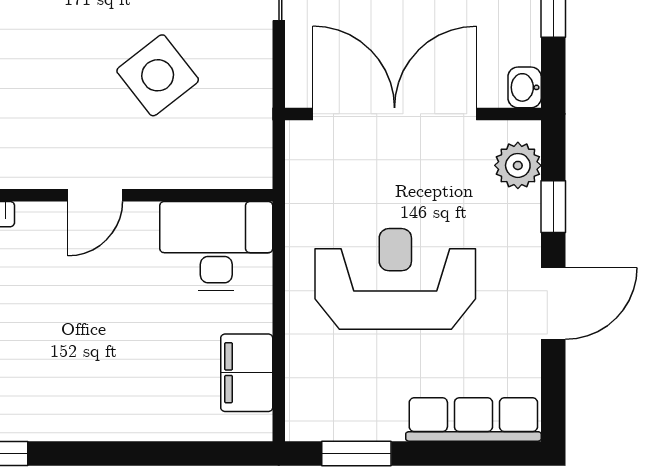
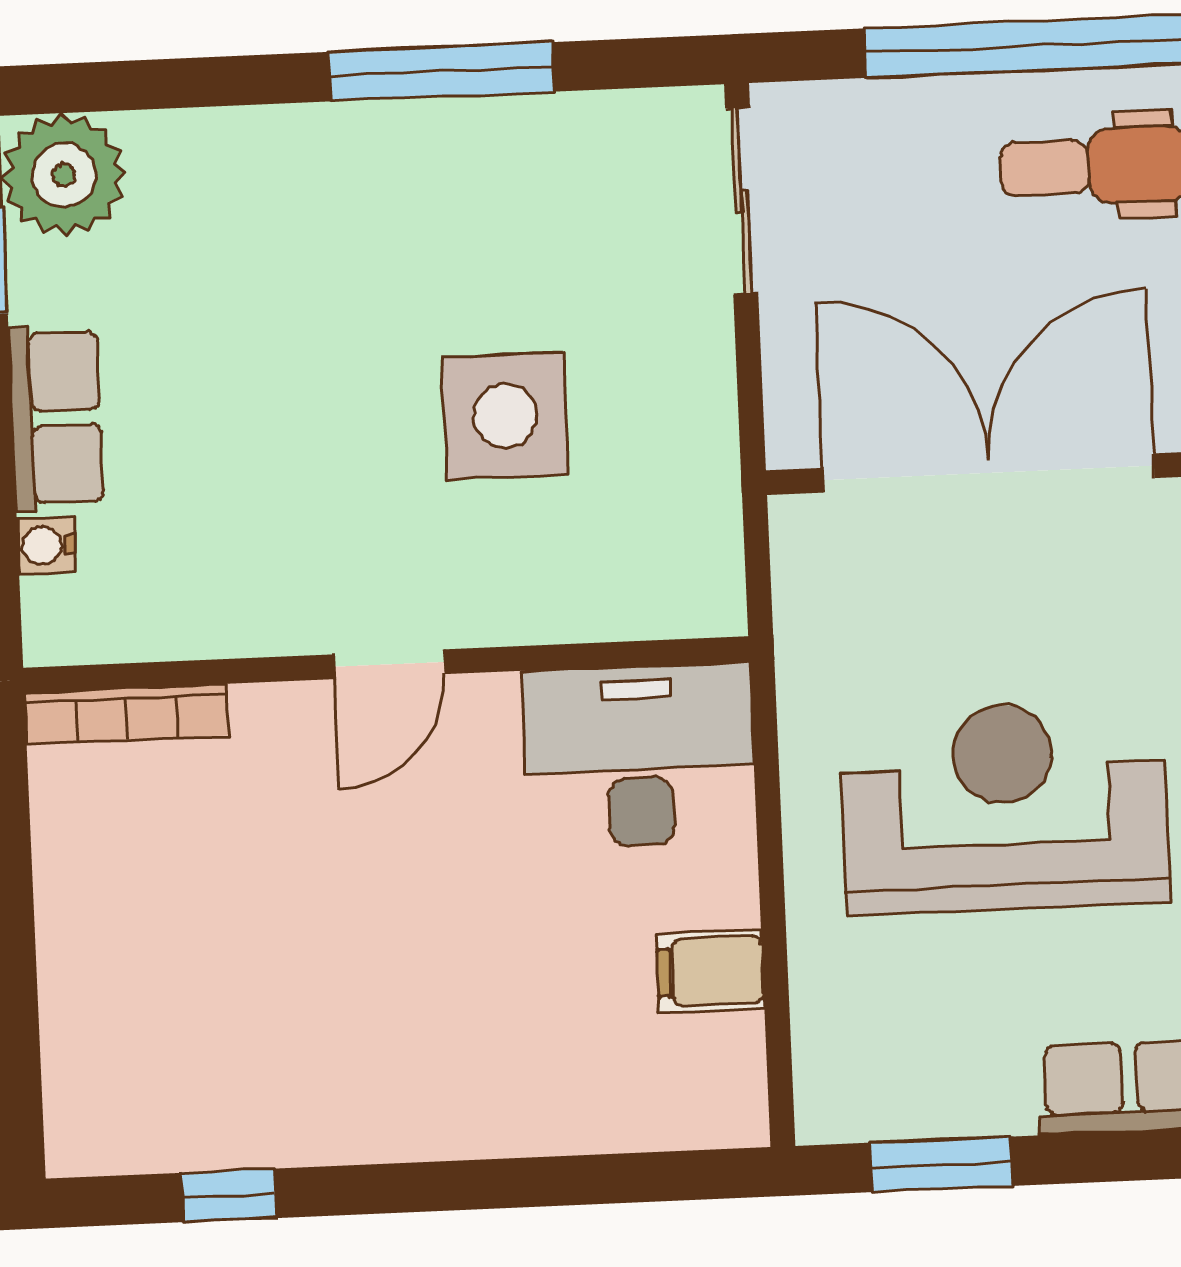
side table: (158, 75) -> (505, 416), turned 38
filing cabinet: (247, 373) -> (710, 971), width x0.50

